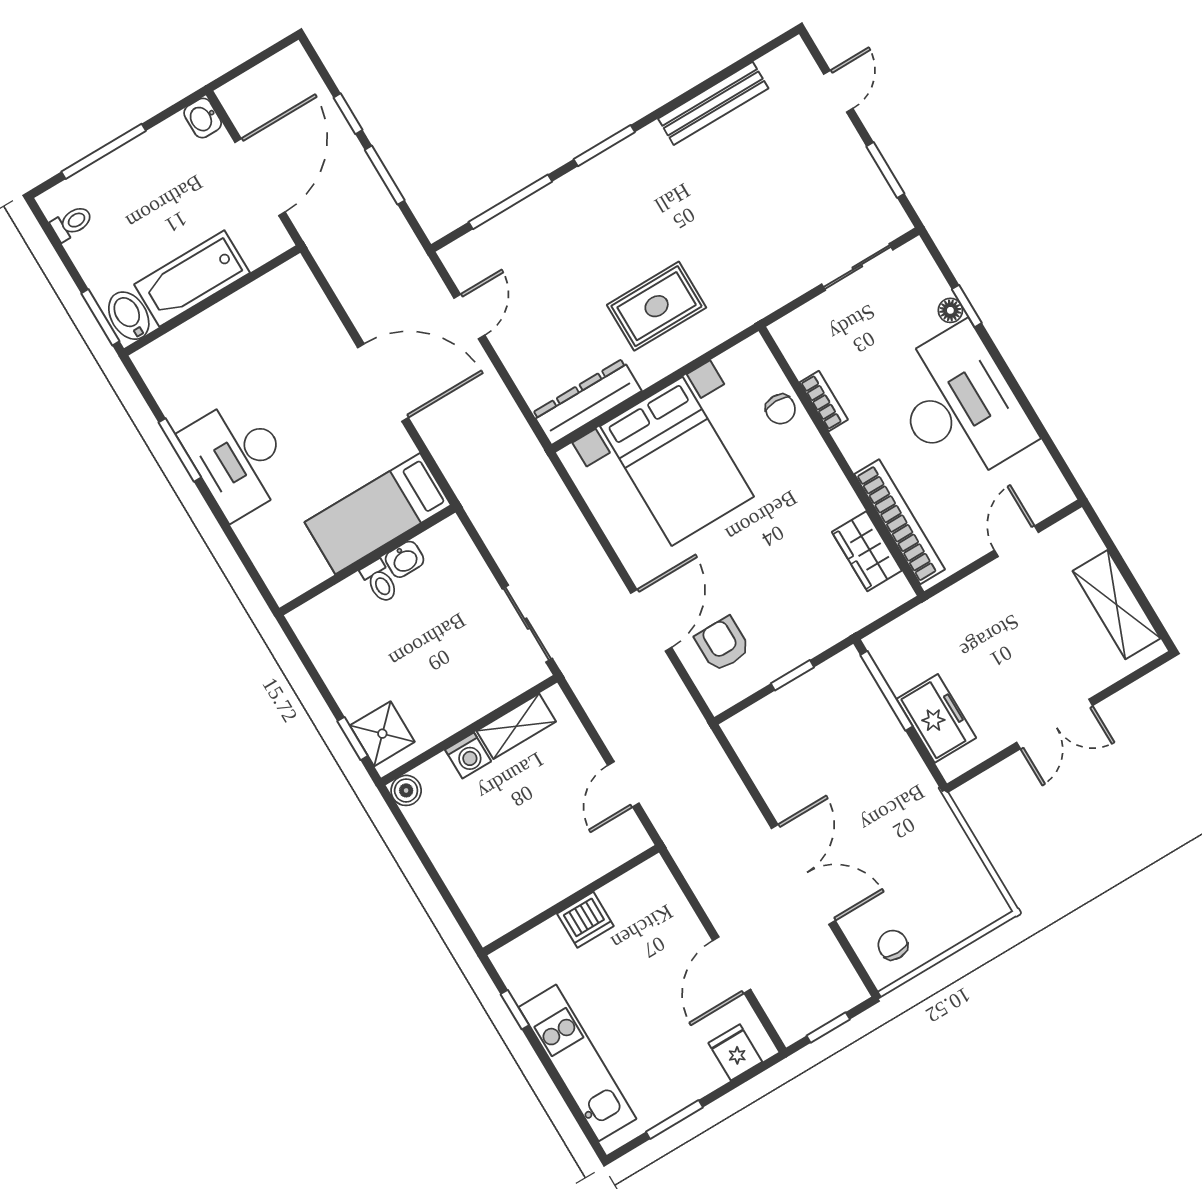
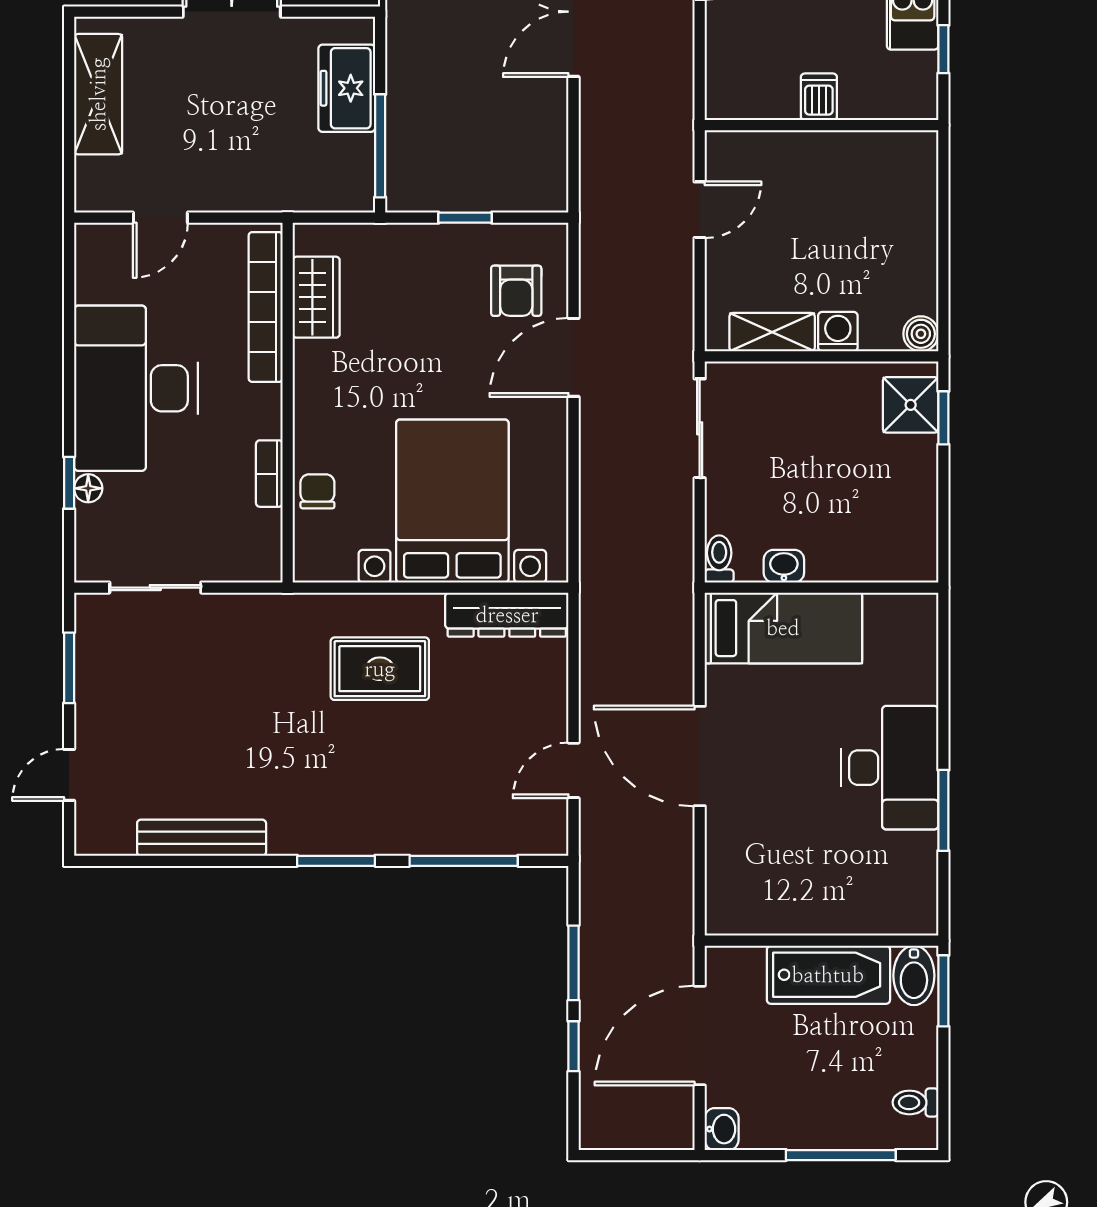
toilet: (380, 581) -> (719, 559), moved
dishwasher: (585, 920) -> (819, 97), width x0.73

